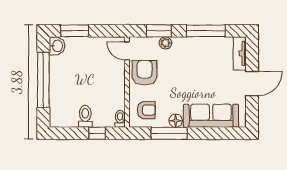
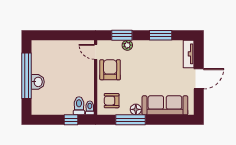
window: (74, 31) -> (52, 35), removed
window: (206, 31) -> (161, 35), width x0.69
washbasin: (57, 46) -> (38, 82), moved
armchair: (146, 110) -> (112, 101), turned 180
toilet: (85, 116) -> (79, 106), moved

